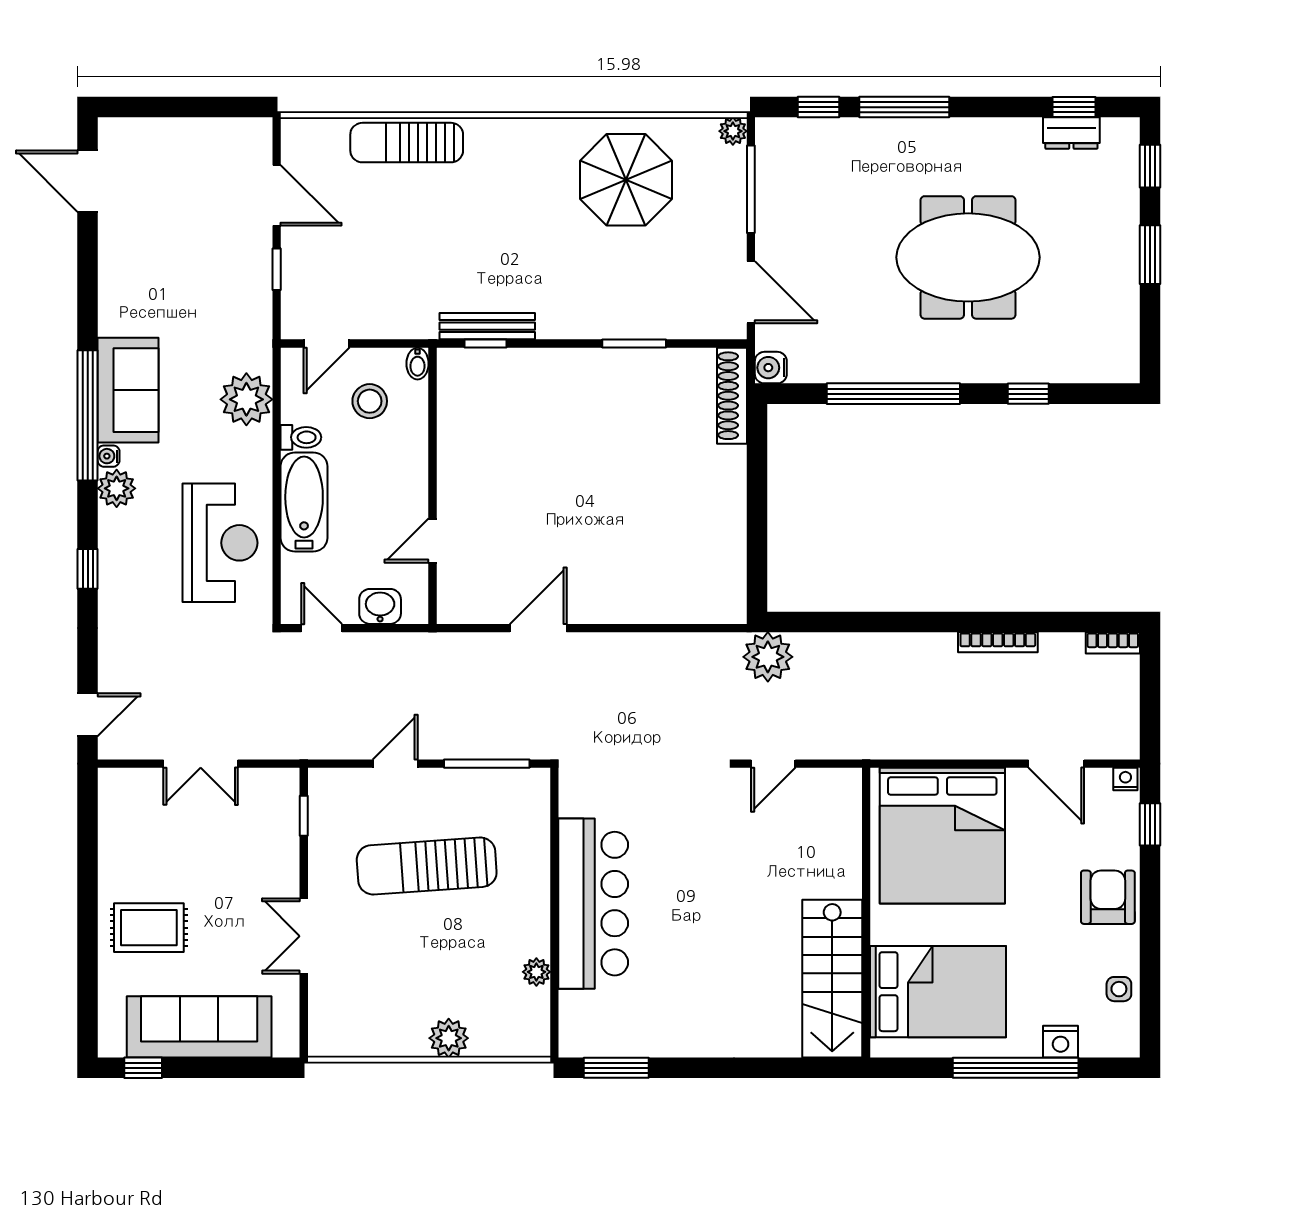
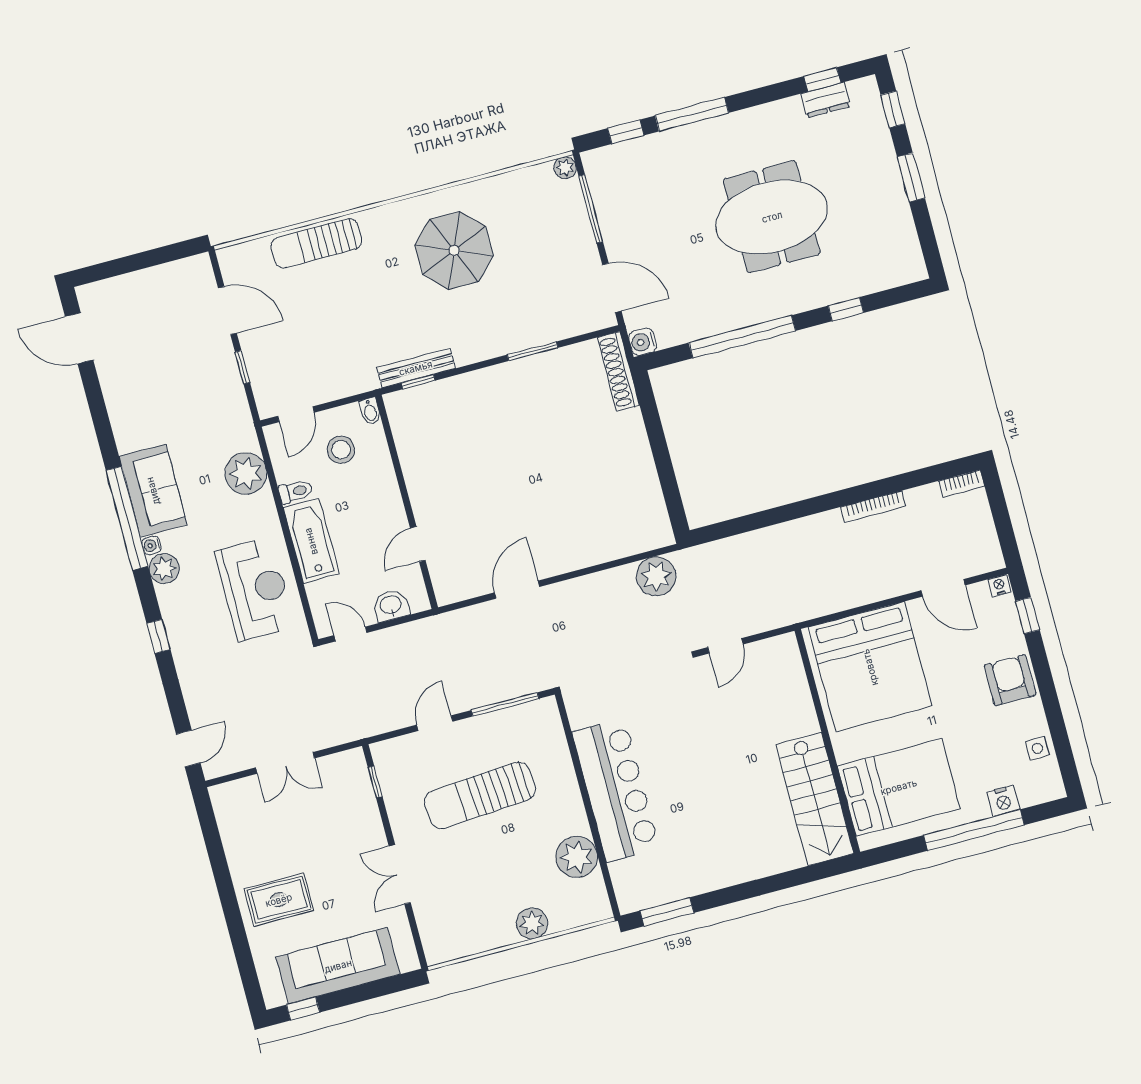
parasol: (626, 180) -> (454, 250), moved
plant: (768, 657) -> (656, 576), moved
plant: (536, 972) -> (577, 857), width x1.88, depth x1.88

